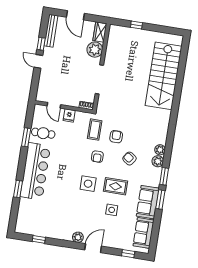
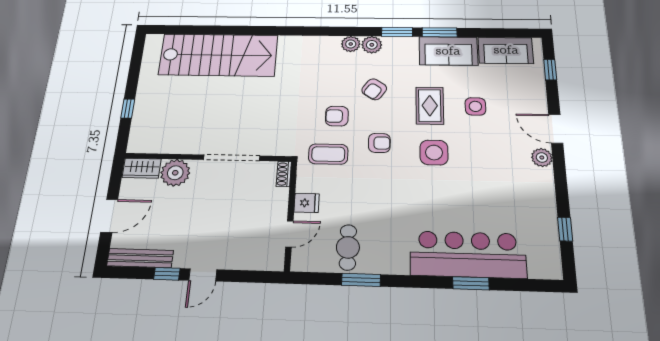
bar counter: (35, 171) -> (468, 254), moved

